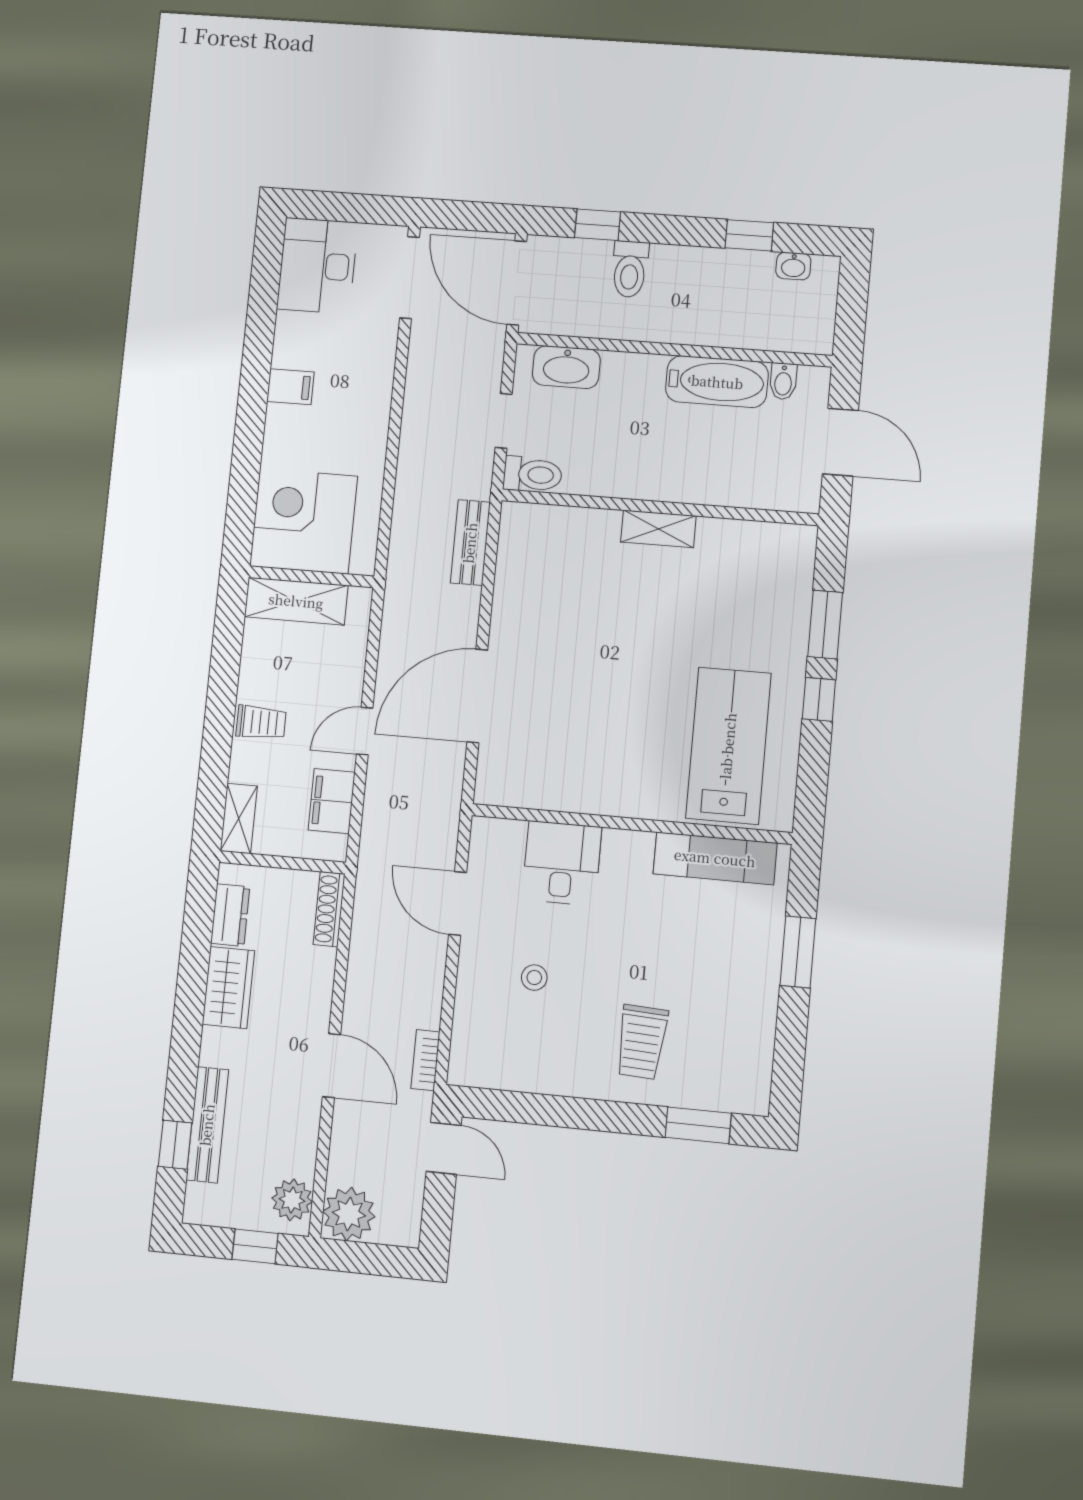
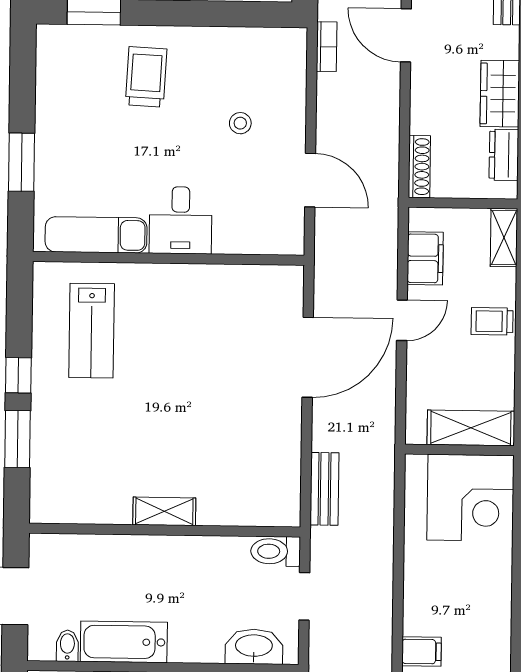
filing cabinet: (290, 387) -> (421, 652), moved, turned 180
lab bench: (728, 746) -> (92, 331), width x0.73, depth x0.72
desk: (562, 863) -> (181, 220), moved

